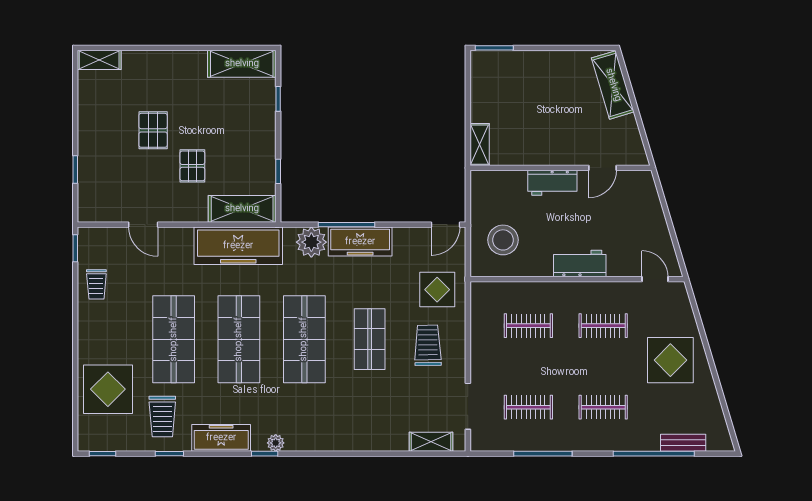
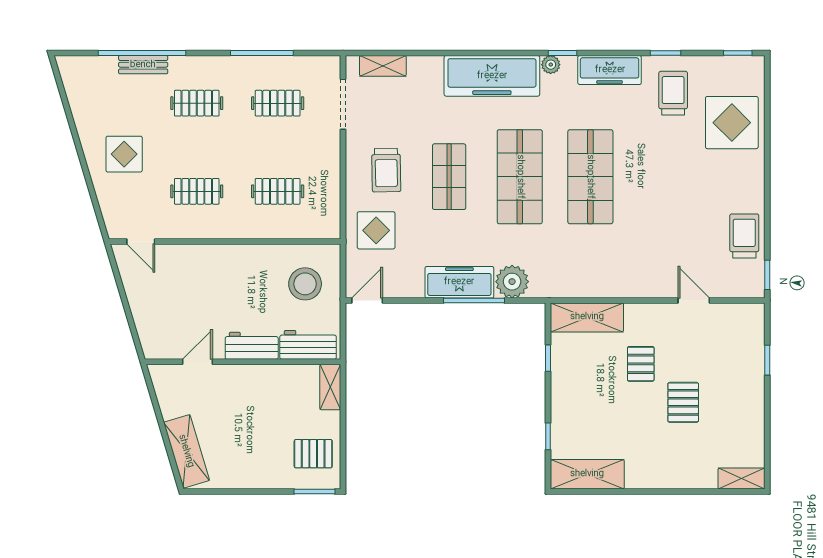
pallet: (495, 83) -> (313, 454), added
freezer: (238, 246) -> (492, 76), moved, turned 180
workbench: (580, 264) -> (308, 345), moved, turned 180
trolley: (96, 284) -> (744, 236), width x1.36, depth x1.39
shop shelf: (174, 339) -> (661, 177), removed
display table: (670, 360) -> (124, 154), width x0.73, depth x0.73
bench: (683, 443) -> (143, 65), moved

